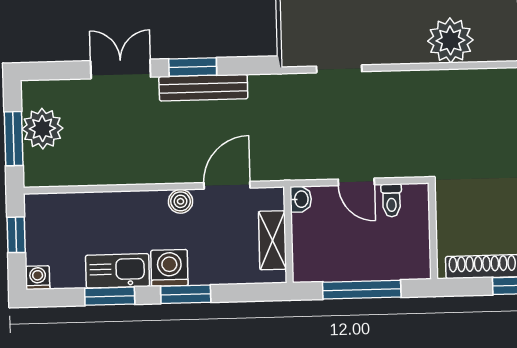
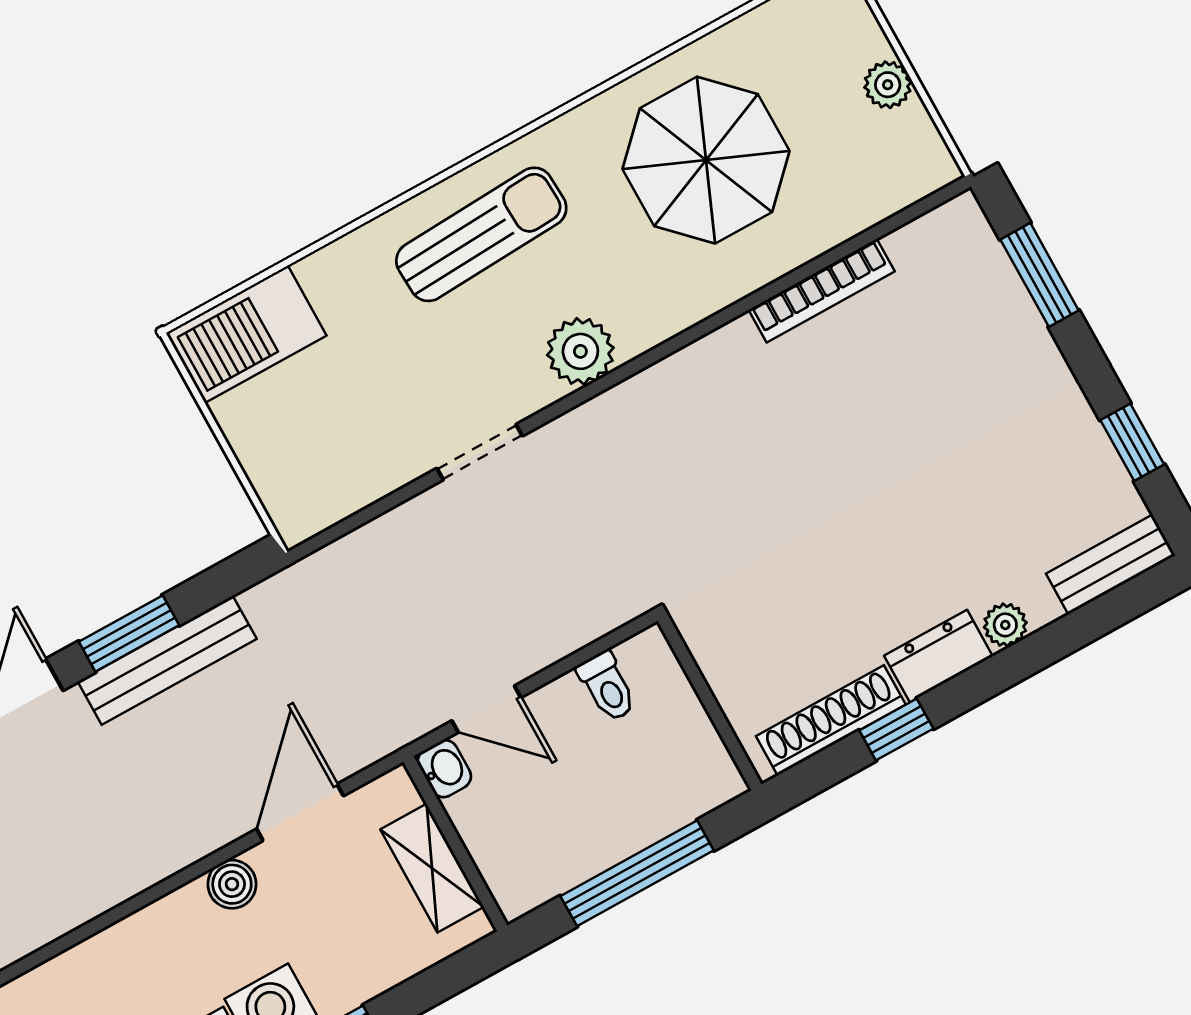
plant: (450, 40) -> (580, 351), width x0.73, depth x0.73
doorway: (339, 69) -> (480, 452), moved
door: (356, 182) -> (486, 709), moved

